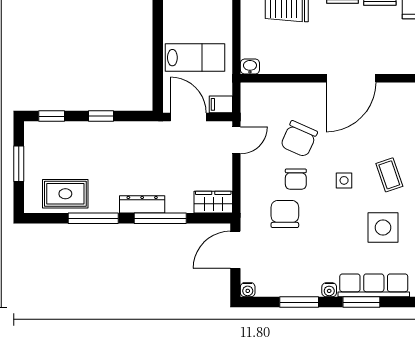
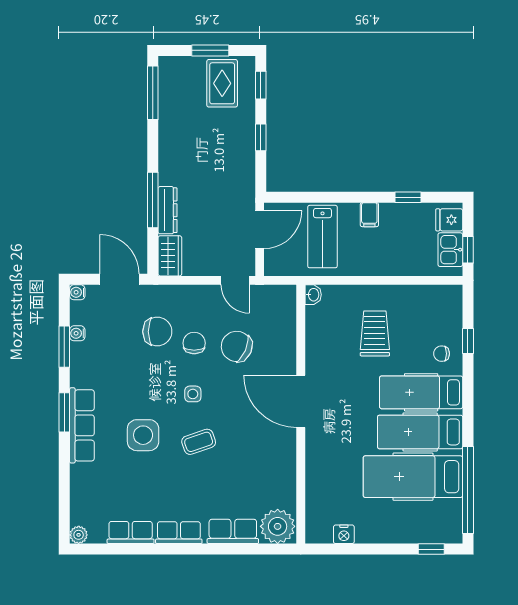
filing cabinet: (221, 104) -> (369, 215), moved, turned 180
chair: (296, 179) -> (194, 343), turned 90
rug: (65, 194) -> (222, 83), moved
dresser: (142, 204) -> (168, 210), moved
window: (93, 218) -> (153, 93), moved
water cooler: (329, 290) -> (77, 333), moved

